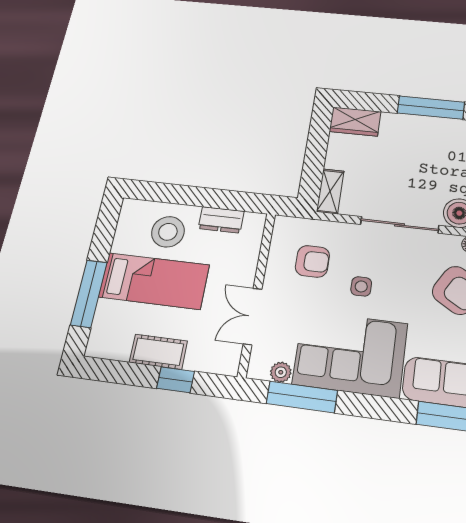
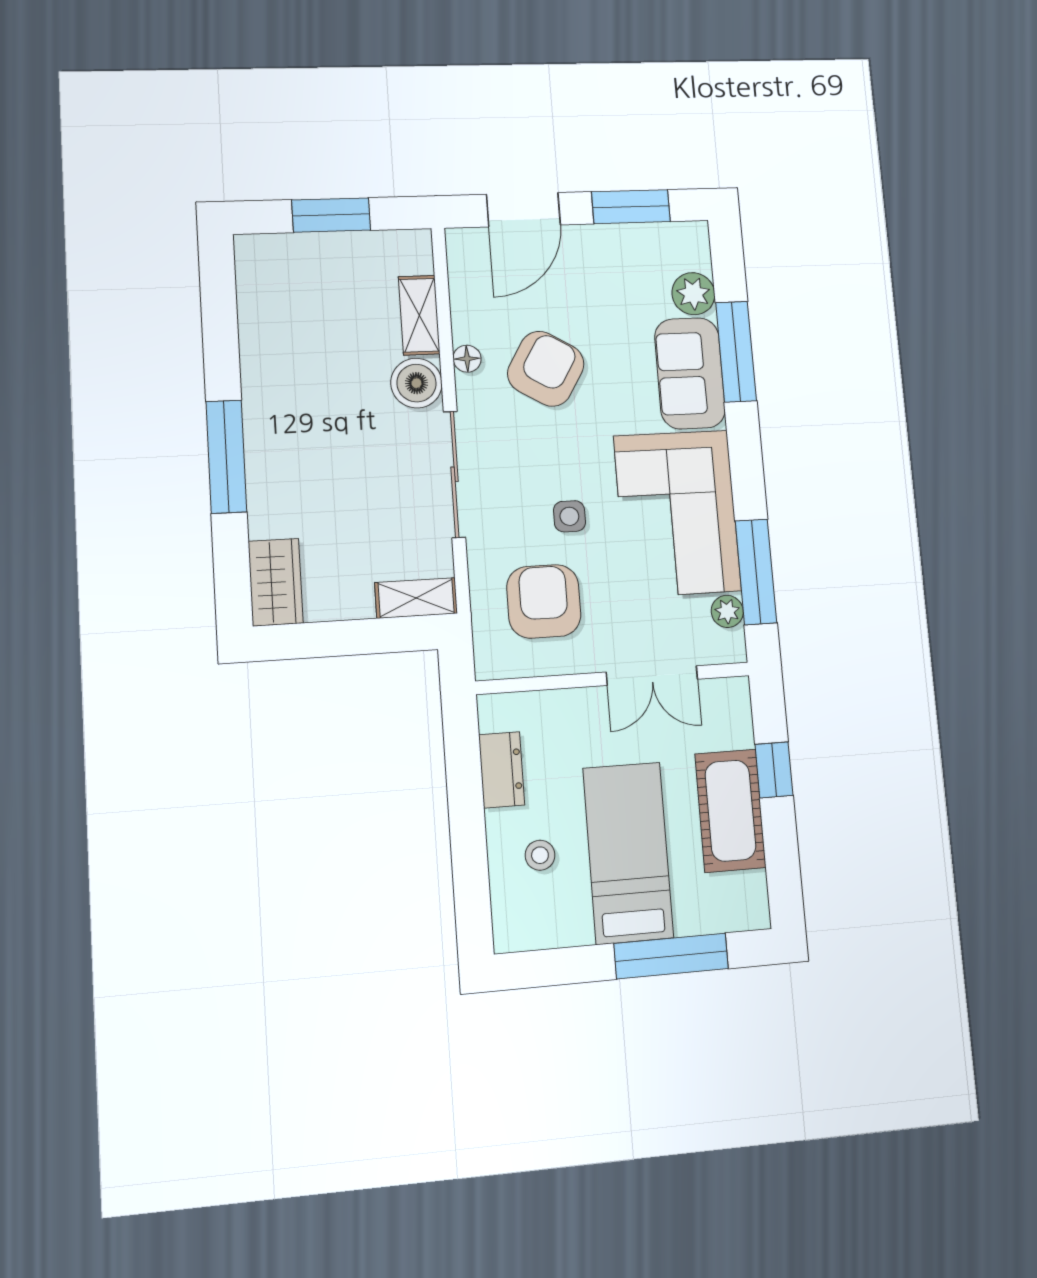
stool: (168, 232) -> (540, 855), width x0.53, depth x0.53
armchair: (312, 261) -> (544, 601), width x1.38, depth x1.38
cot: (158, 352) -> (730, 811), width x1.37, depth x1.34

